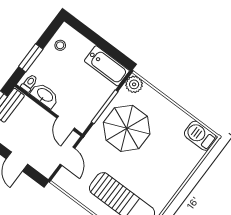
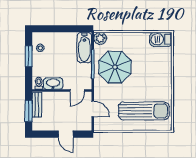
window: (31, 58) -> (29, 56), moved
bathtub: (107, 66) -> (84, 48), moved, turned 90
door: (66, 123) -> (77, 91), hinge flipped

